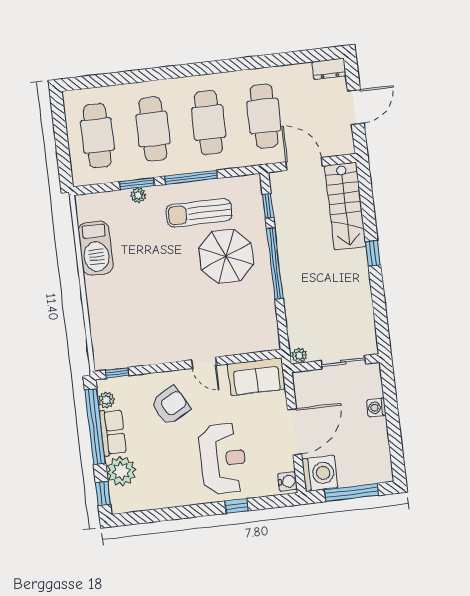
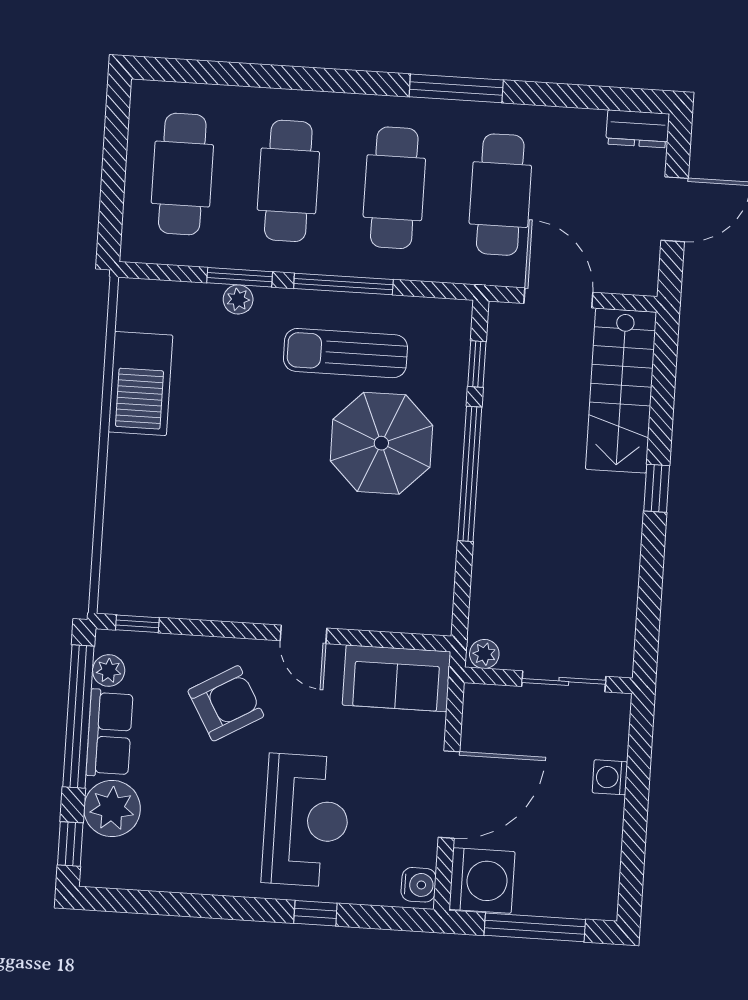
window: (231, 65) -> (456, 88), added

